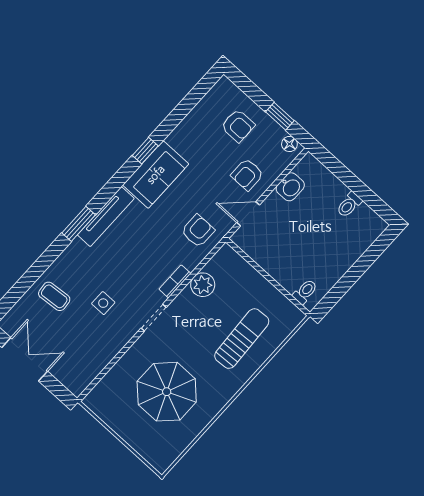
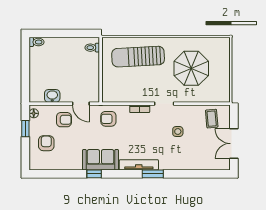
toilet: (349, 205) -> (37, 42), moved
plant: (203, 285) -> (130, 95), removed
coffee table: (54, 296) -> (212, 119), moved
sun lounger: (242, 339) -> (138, 57), width x1.36, depth x1.34

